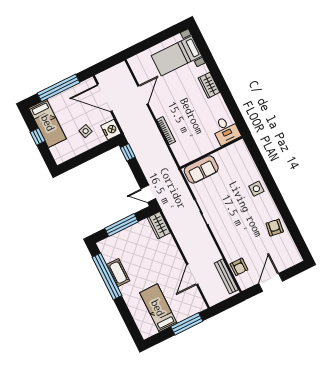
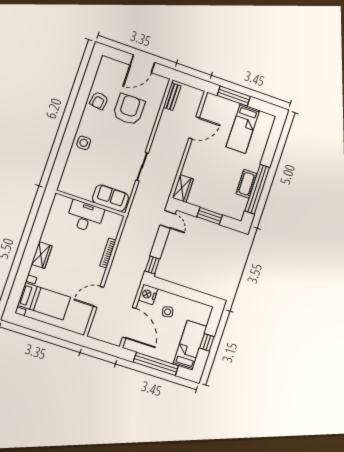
desk: (226, 130) -> (85, 216), moved, width x1.37
window: (122, 225) -> (210, 216), width x0.69
armchair: (239, 267) -> (129, 109), moved, width x1.88, depth x1.88
bench: (226, 276) -> (172, 97), width x0.73

